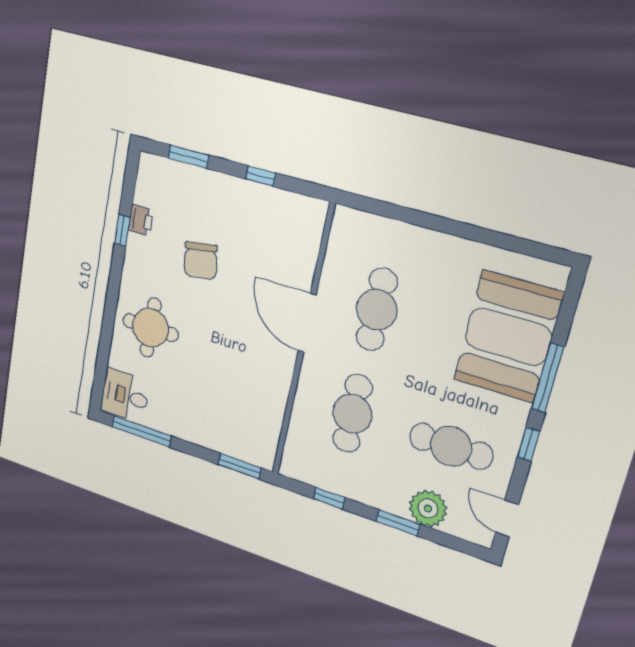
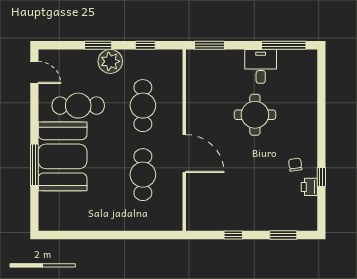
chair: (201, 261) -> (295, 165), moved, width x0.54, depth x0.54
round table: (151, 328) -> (255, 115), moved
booth: (508, 337) -> (63, 156), moved
desk: (125, 396) -> (261, 66), moved, turned -90
window: (529, 444) -> (34, 122), removed
plant: (428, 508) -> (110, 61), moved

